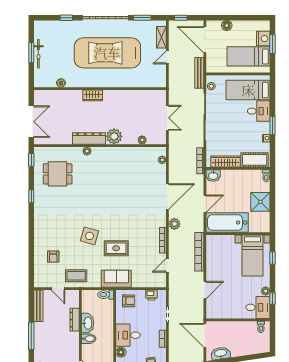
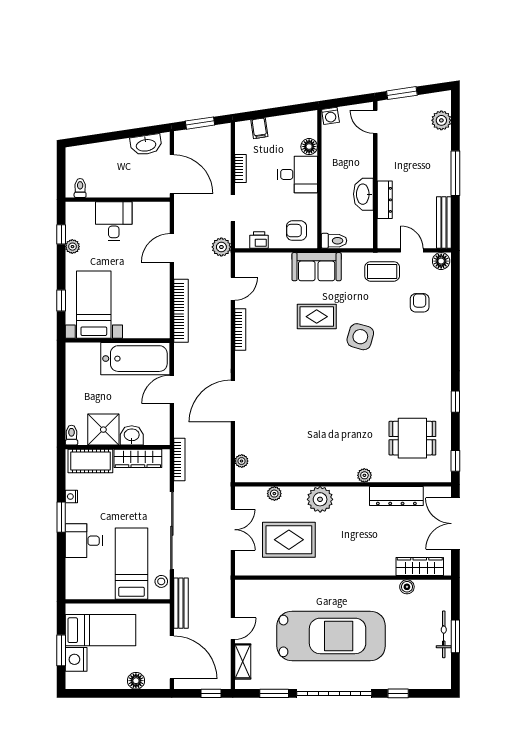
bed: (248, 90) -> (132, 564), moved, turned -90
wardrobe: (93, 95) -> (420, 566), moved, width x1.50
rug: (133, 112) -> (289, 540), added
double door: (167, 118) -> (233, 530), swing flipped
dresser: (89, 138) -> (396, 496), moved
washbasin: (213, 176) -> (132, 435), moved
shower: (260, 202) -> (103, 430), moved
plant: (174, 224) -> (221, 247), moved
floor lamp: (40, 282) -> (441, 261), added
desk: (258, 307) -> (114, 221), moved, turned 90
bidet: (89, 339) -> (362, 169), removed

